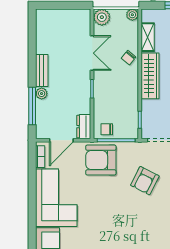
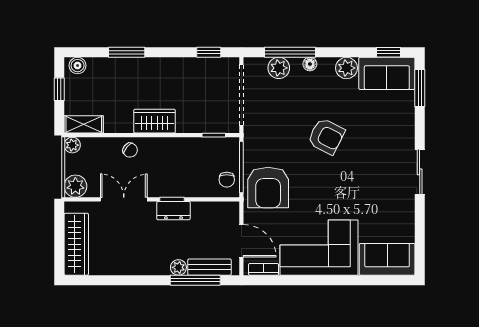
wardrobe: (59, 18) -> (76, 244), added
shelving: (148, 37) -> (84, 124), moved
bench: (42, 70) -> (210, 267), moved
wardrobe: (150, 76) -> (155, 121), width x0.67
dresser: (84, 127) -> (173, 211), moved
armchair: (145, 181) -> (326, 136), moved

